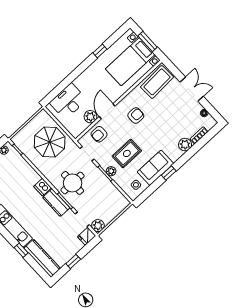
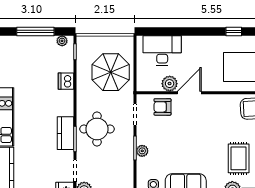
armchair: (136, 115) -> (212, 121), removed
rug: (127, 153) -> (239, 158), moved, turned 90
dishwasher: (43, 187) -> (66, 81), moved

